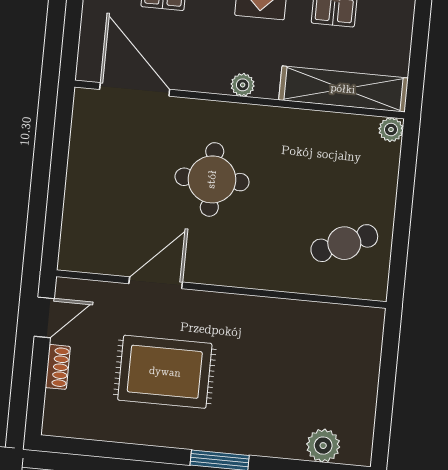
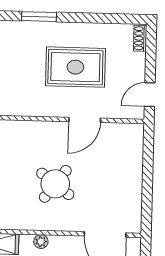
round table: (212, 179) -> (55, 184), turned 37
shoe rack: (58, 367) -> (140, 38), moved

